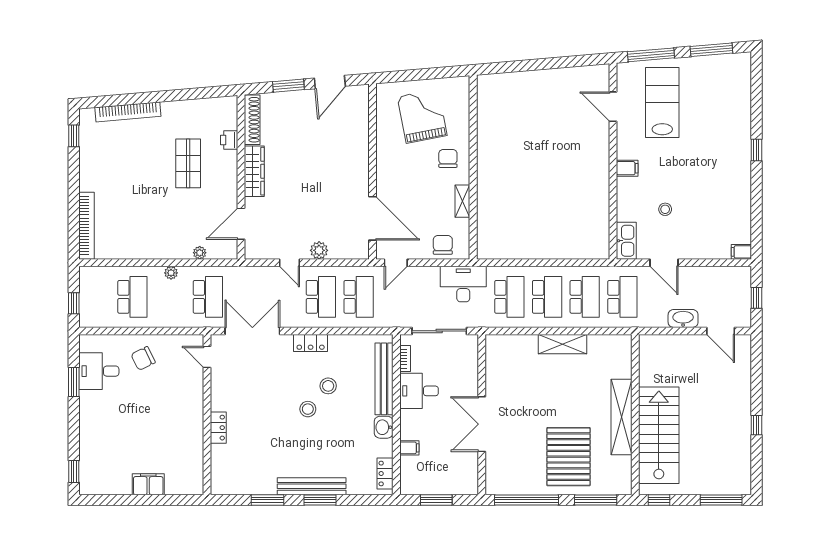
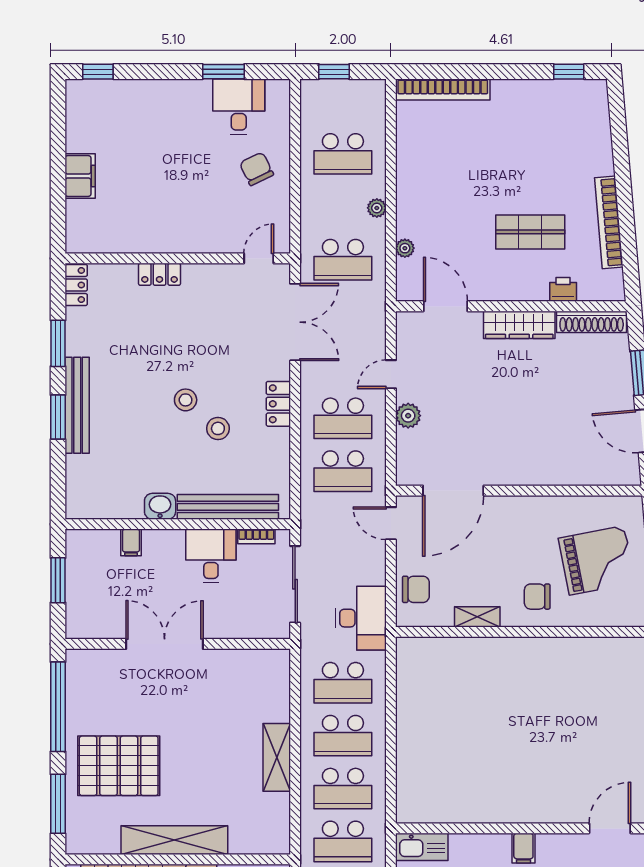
bookcase: (128, 112) -> (609, 222), moved
chair: (448, 158) -> (537, 597), turned 180
locker: (385, 474) -> (76, 285), moved, turned 90

